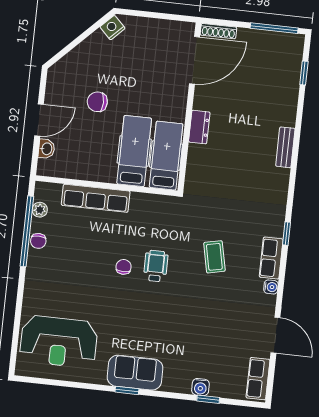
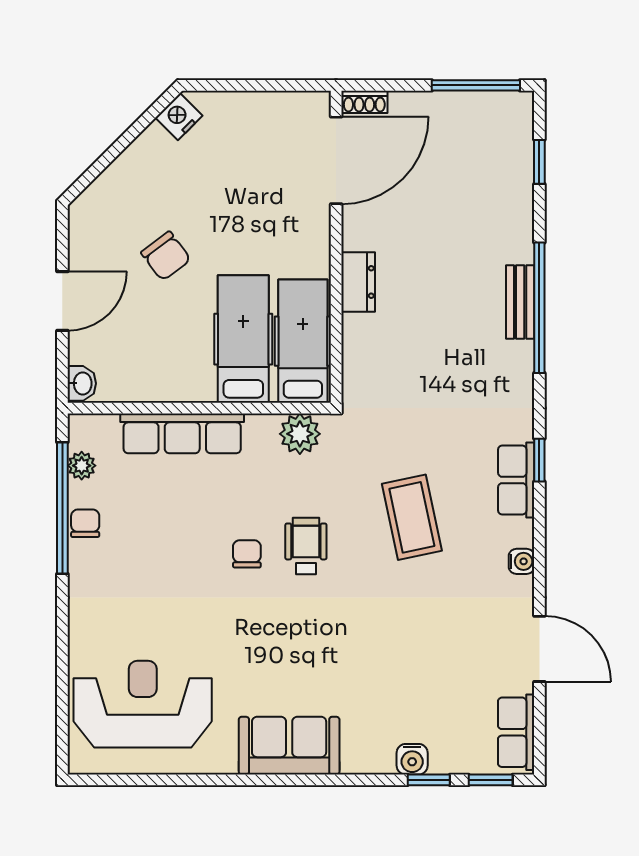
shoe rack: (218, 31) -> (364, 102), width x0.70
chair: (97, 102) -> (166, 256), turned -127
washbasin: (46, 149) -> (82, 383), moved
window: (295, 152) -> (539, 308), added
plant: (159, 205) -> (300, 434), added
chair: (38, 241) -> (85, 523), turned 180
coffee table: (214, 257) -> (412, 517), width x1.36, depth x1.30
row of seats: (271, 258) -> (516, 480), moved
reception desk: (59, 342) -> (143, 704), turned 180
window: (127, 390) -> (491, 780), moved

